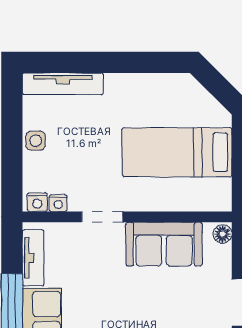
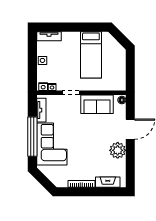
tv unit: (63, 84) -> (49, 36), width x0.71
bed: (177, 152) -> (91, 55), moved, turned -90

